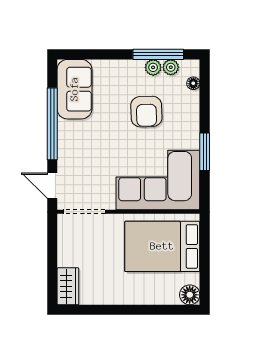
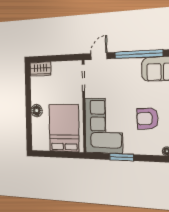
floor lamp: (190, 295) -> (37, 111), moved

